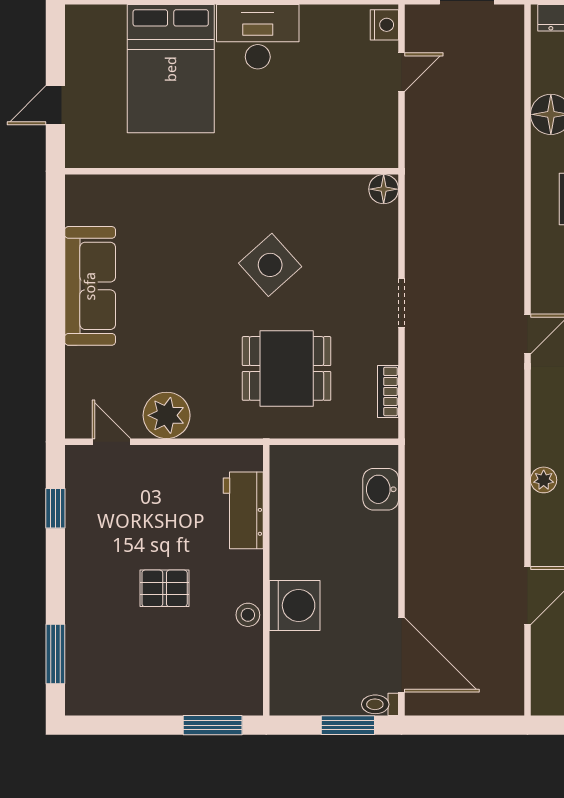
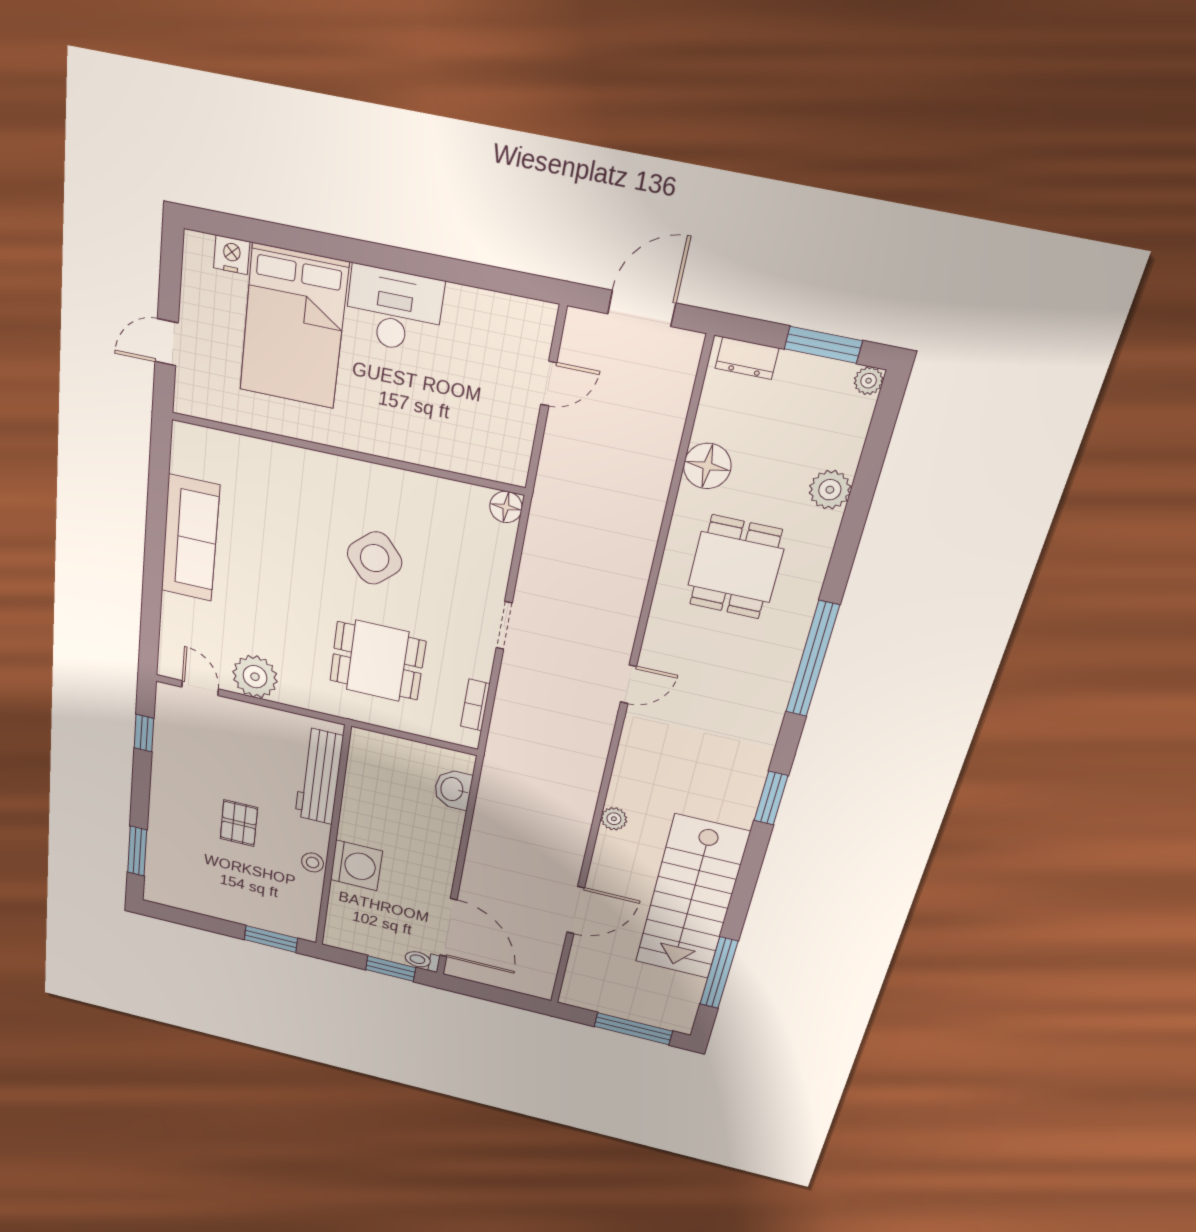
nightstand: (384, 25) -> (232, 255), moved, turned -90
workbench: (243, 510) -> (319, 776), width x1.38
pallet: (165, 588) -> (239, 823), turned 90

